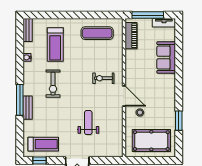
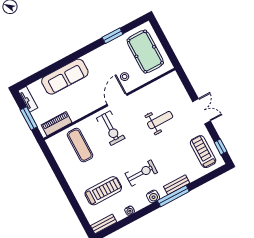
window: (148, 15) -> (29, 118), width x0.69
exercise mat: (97, 33) -> (80, 145), moved
sofa: (166, 58) -> (65, 77), width x1.36
exercise bike: (103, 78) -> (111, 128), width x1.38, depth x1.39
water cooler: (28, 83) -> (153, 196), added
weight bench: (88, 123) -> (160, 120), turned 180

